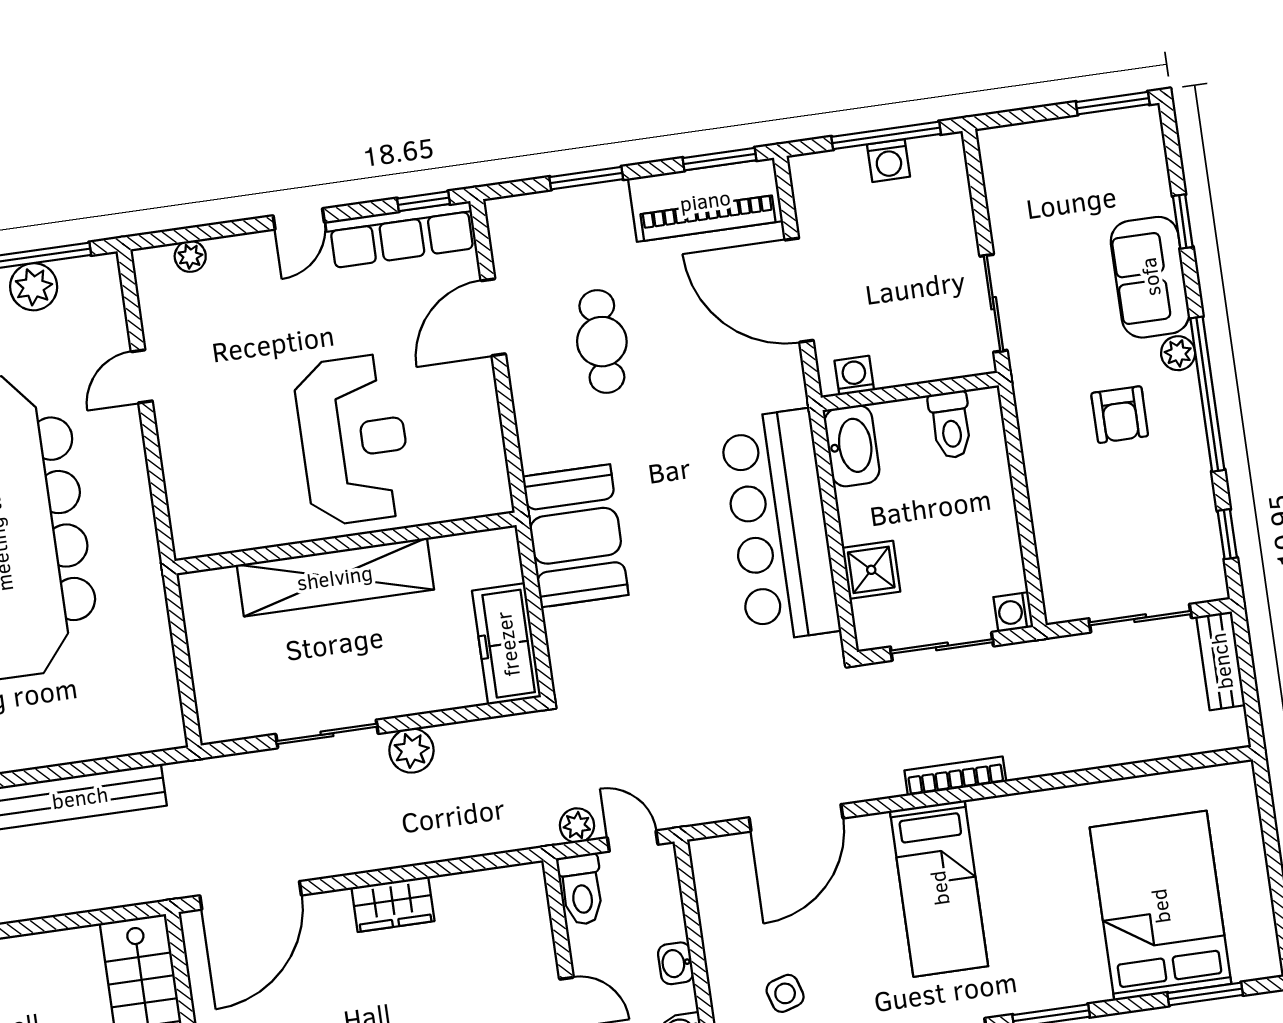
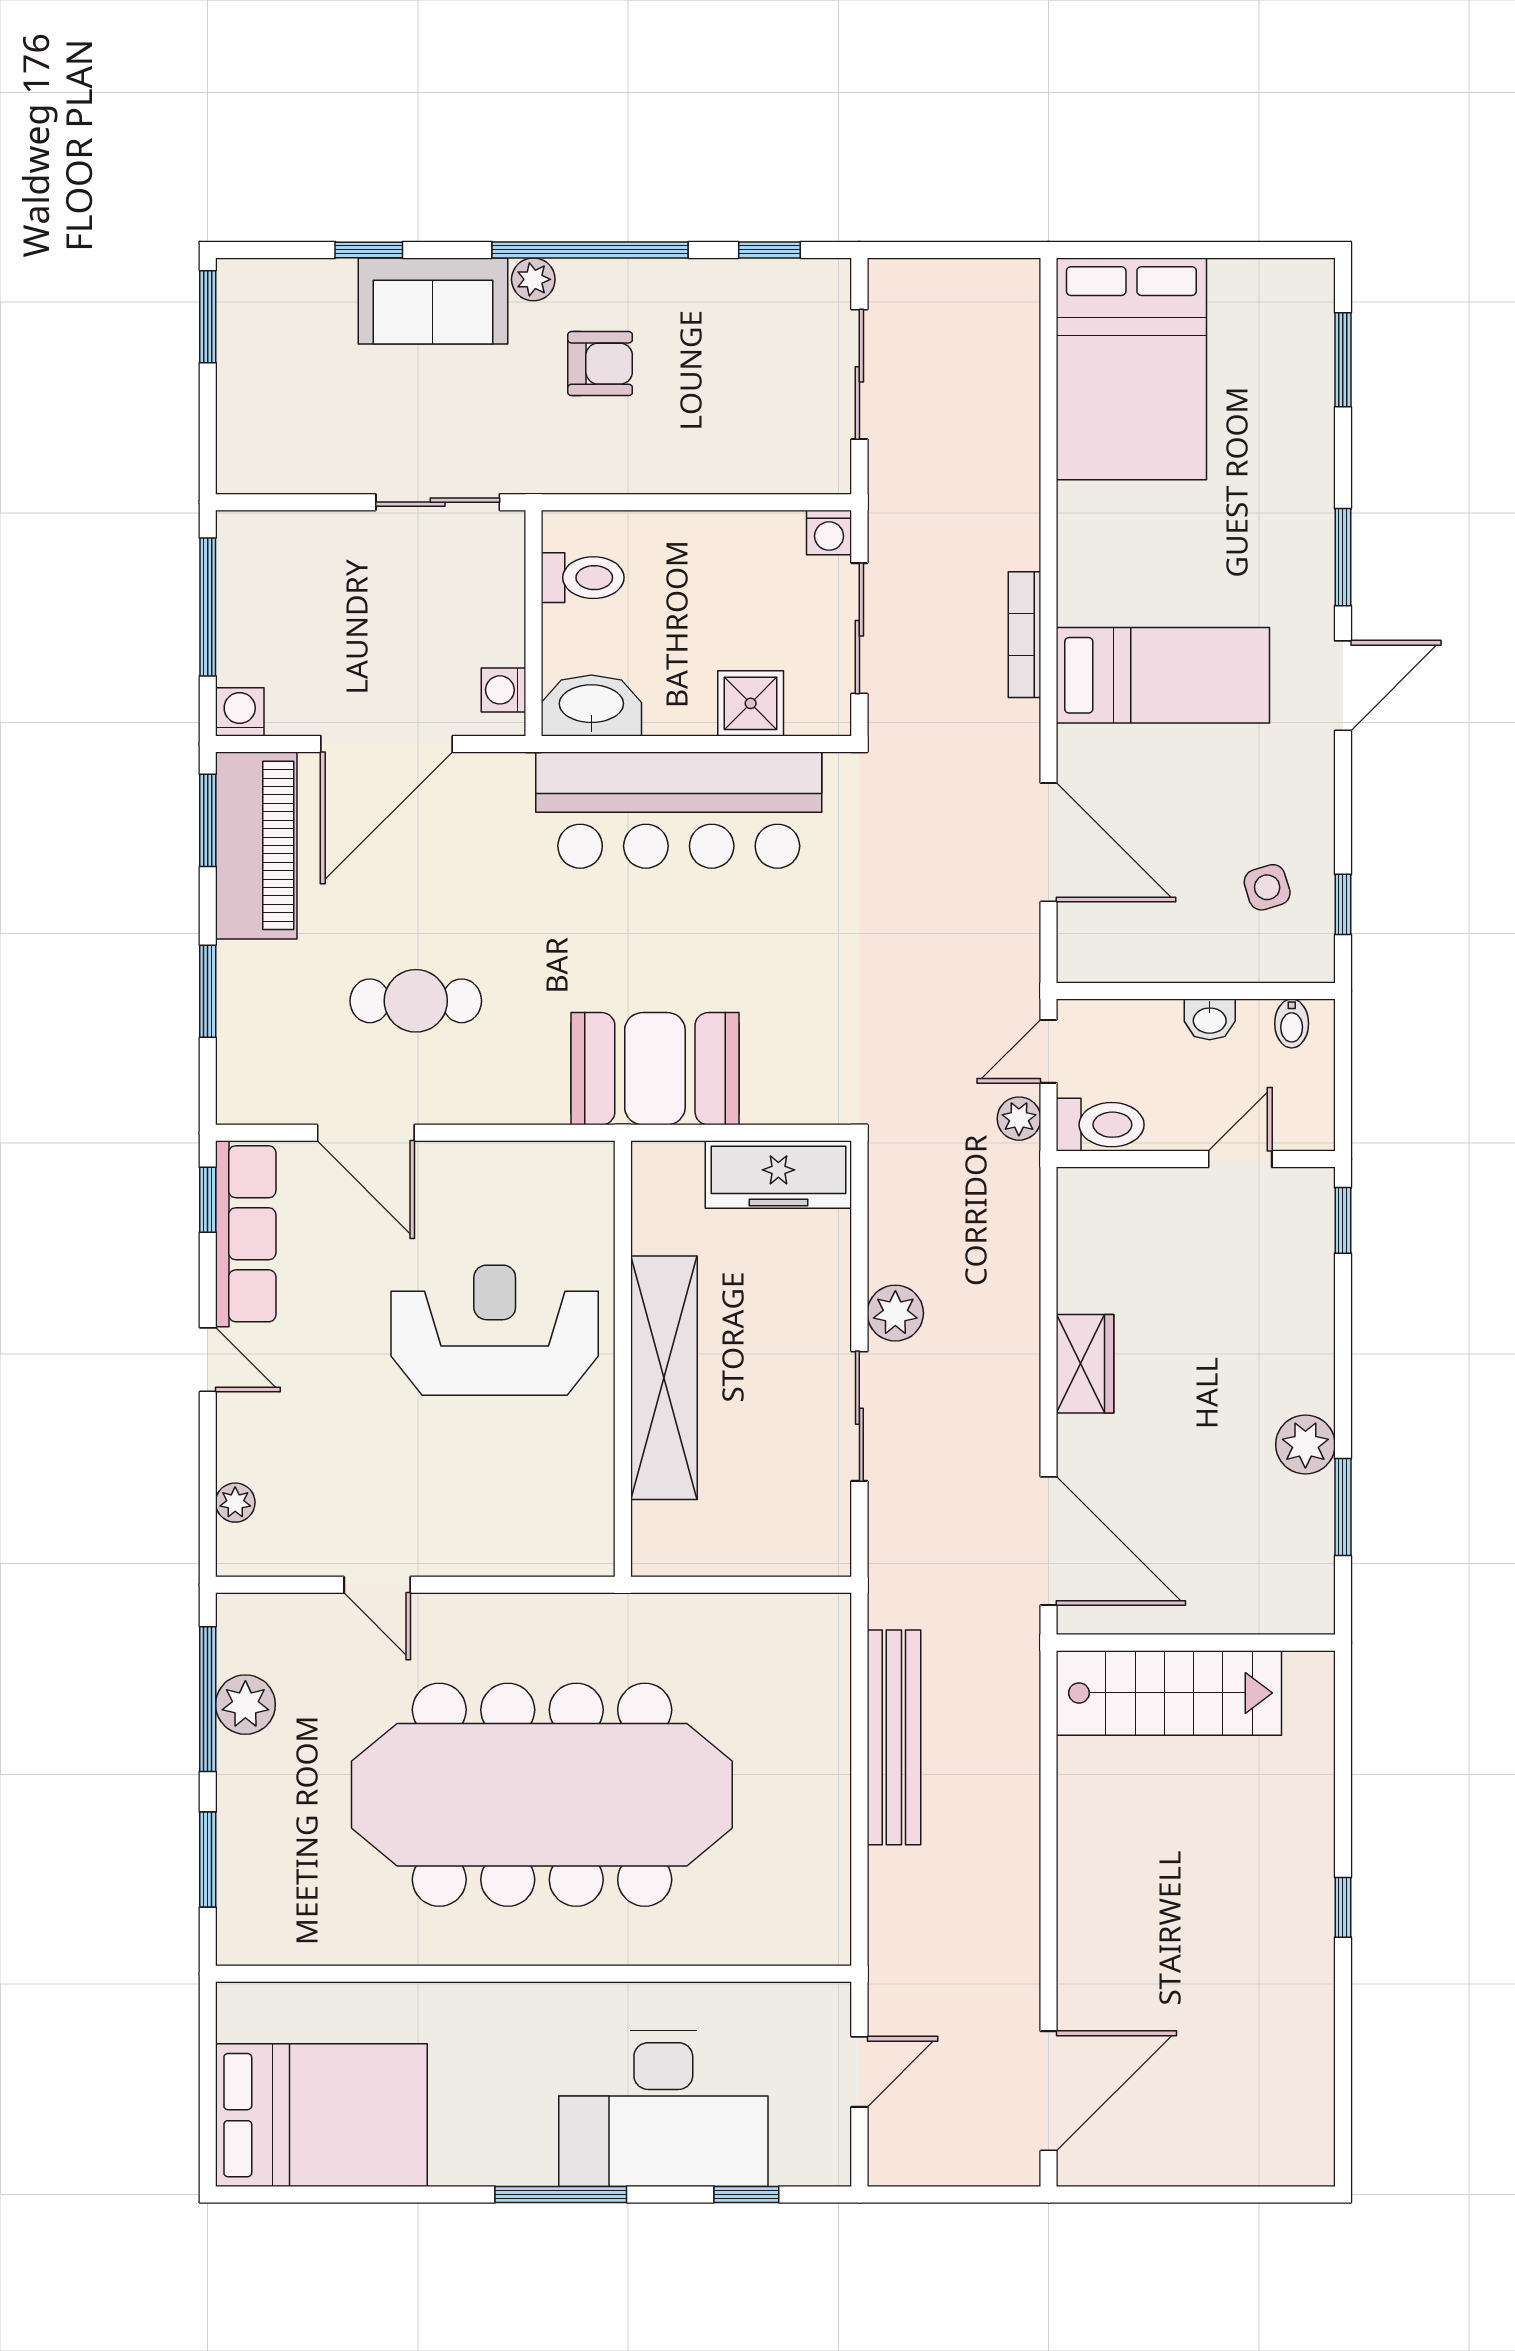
washing machine: (889, 161) -> (240, 712), moved, turned -90
bench: (1221, 661) -> (927, 281), removed
bed: (1160, 906) -> (1131, 369), moved, turned -90

